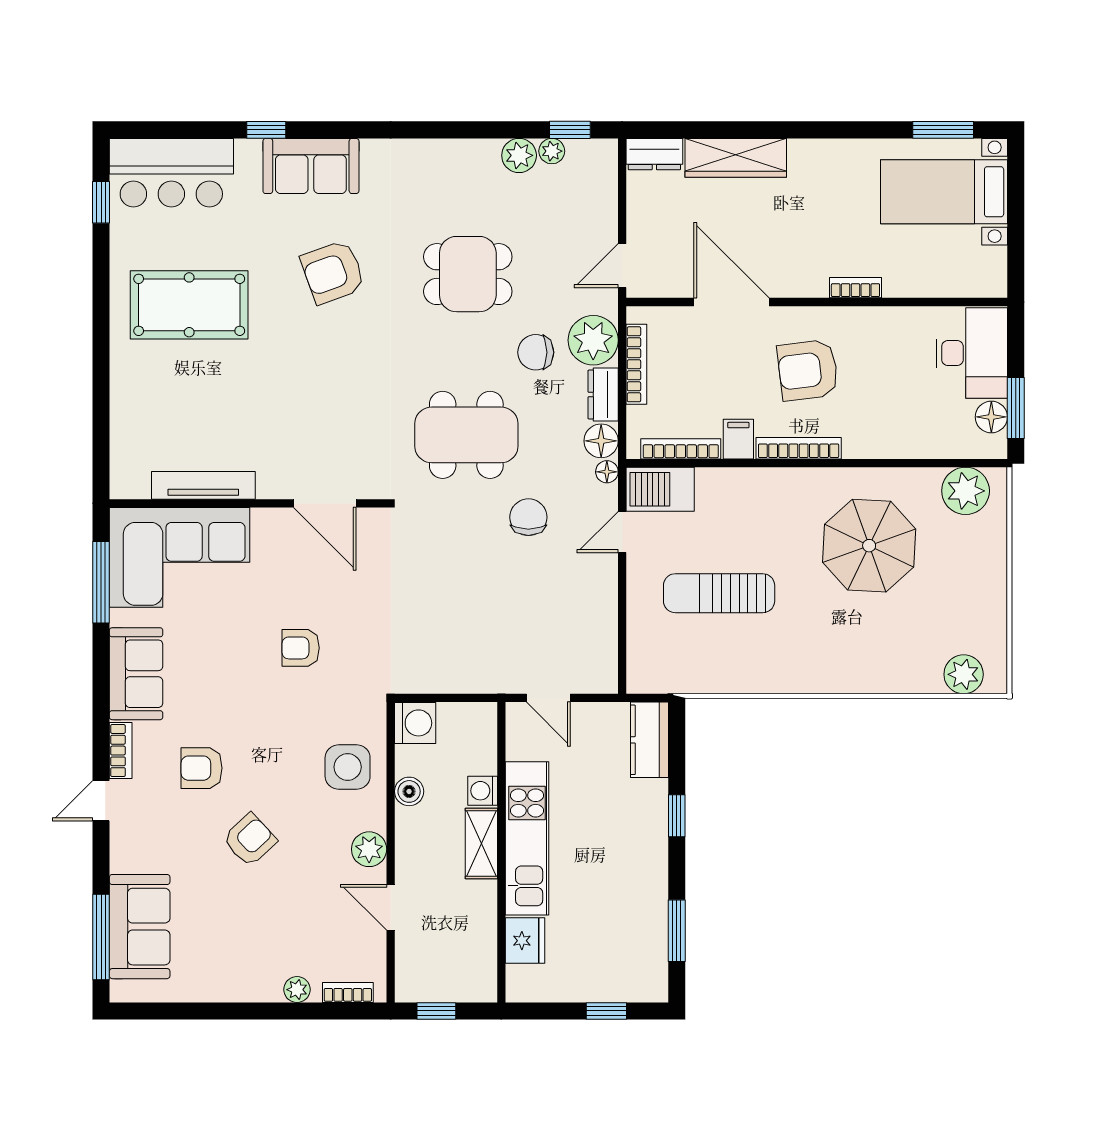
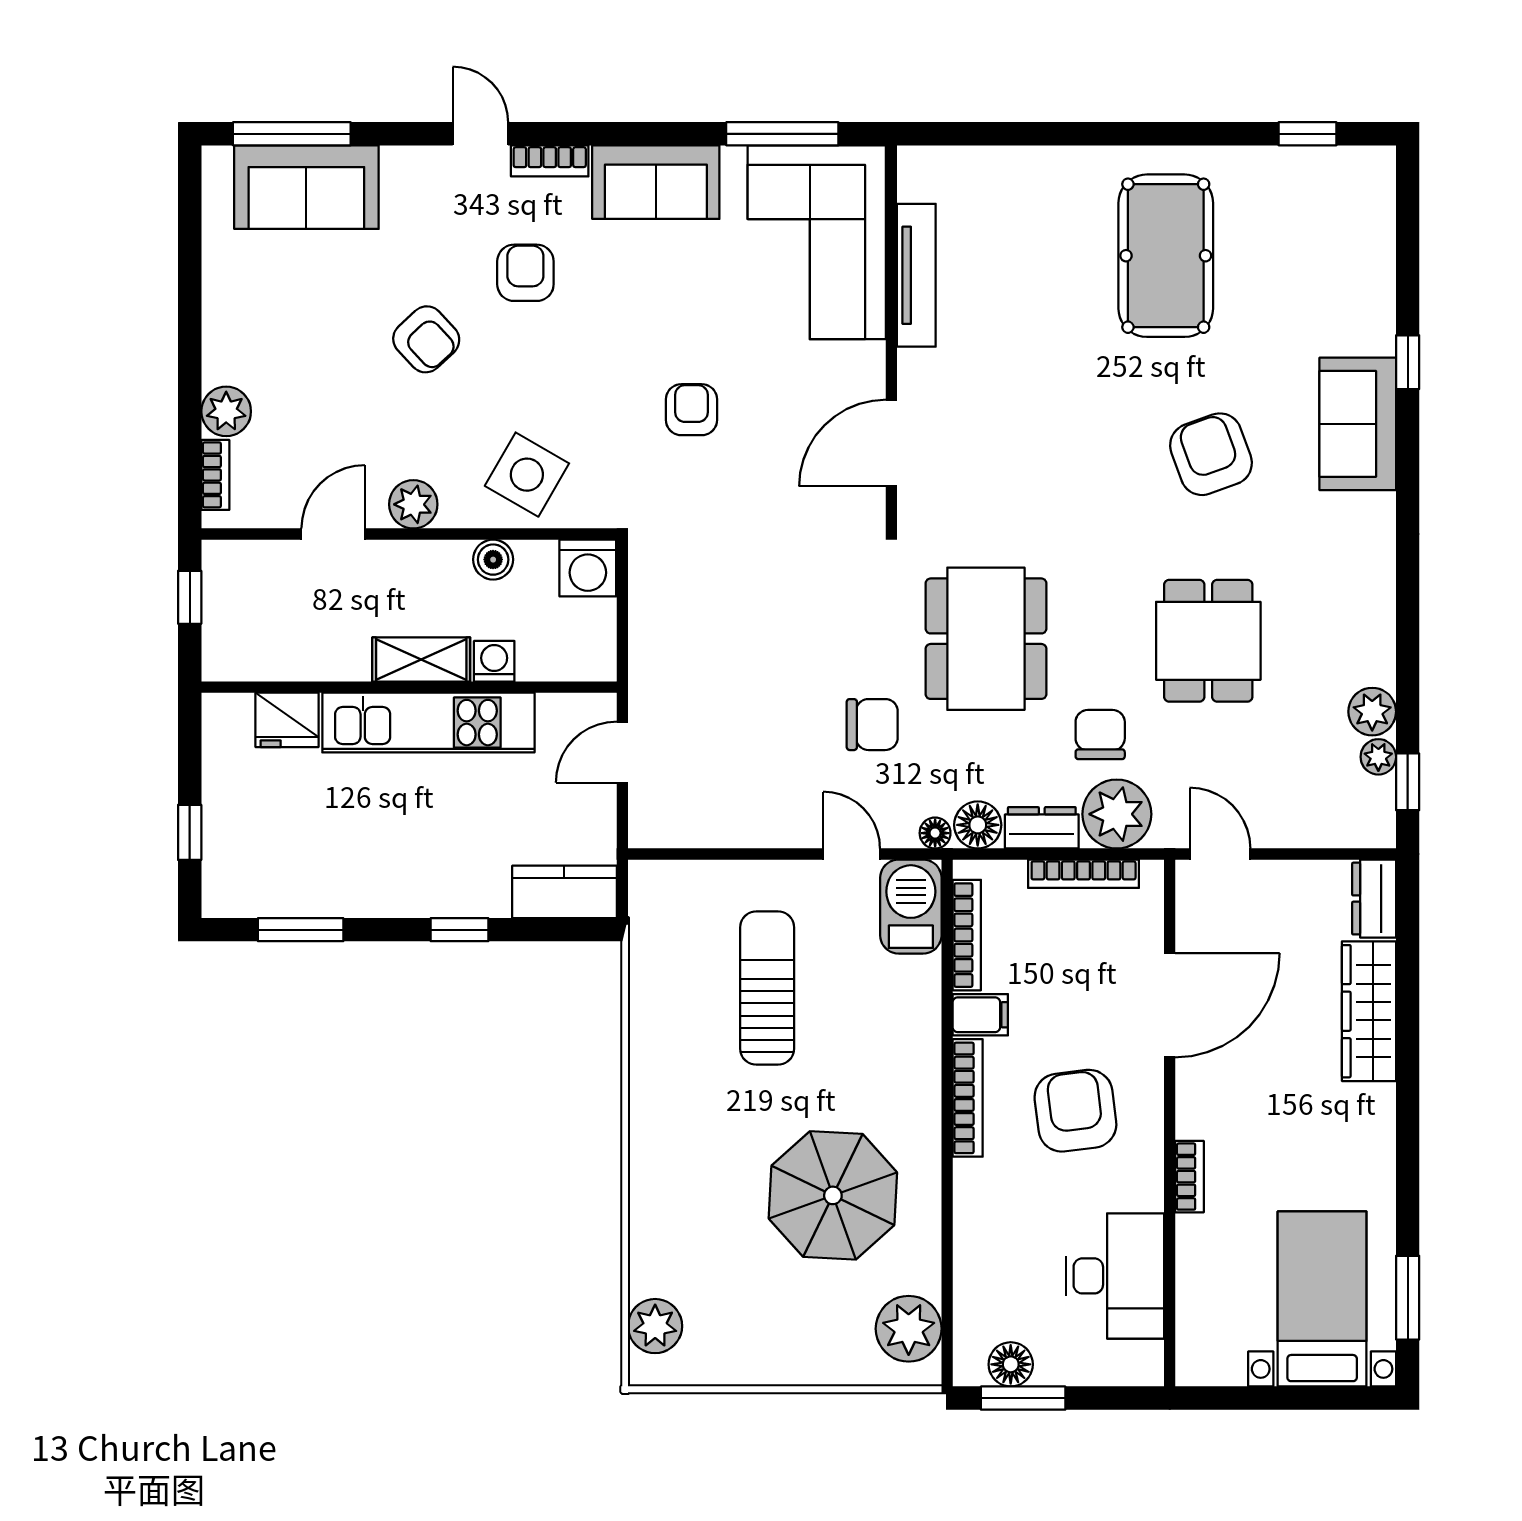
bar counter: (171, 173) -> (1348, 231), removed
desk: (972, 353) -> (1115, 1276), moved, turned -90
side table: (348, 767) -> (527, 475), turned 30
plant: (297, 990) -> (226, 411), width x1.38, depth x1.38

